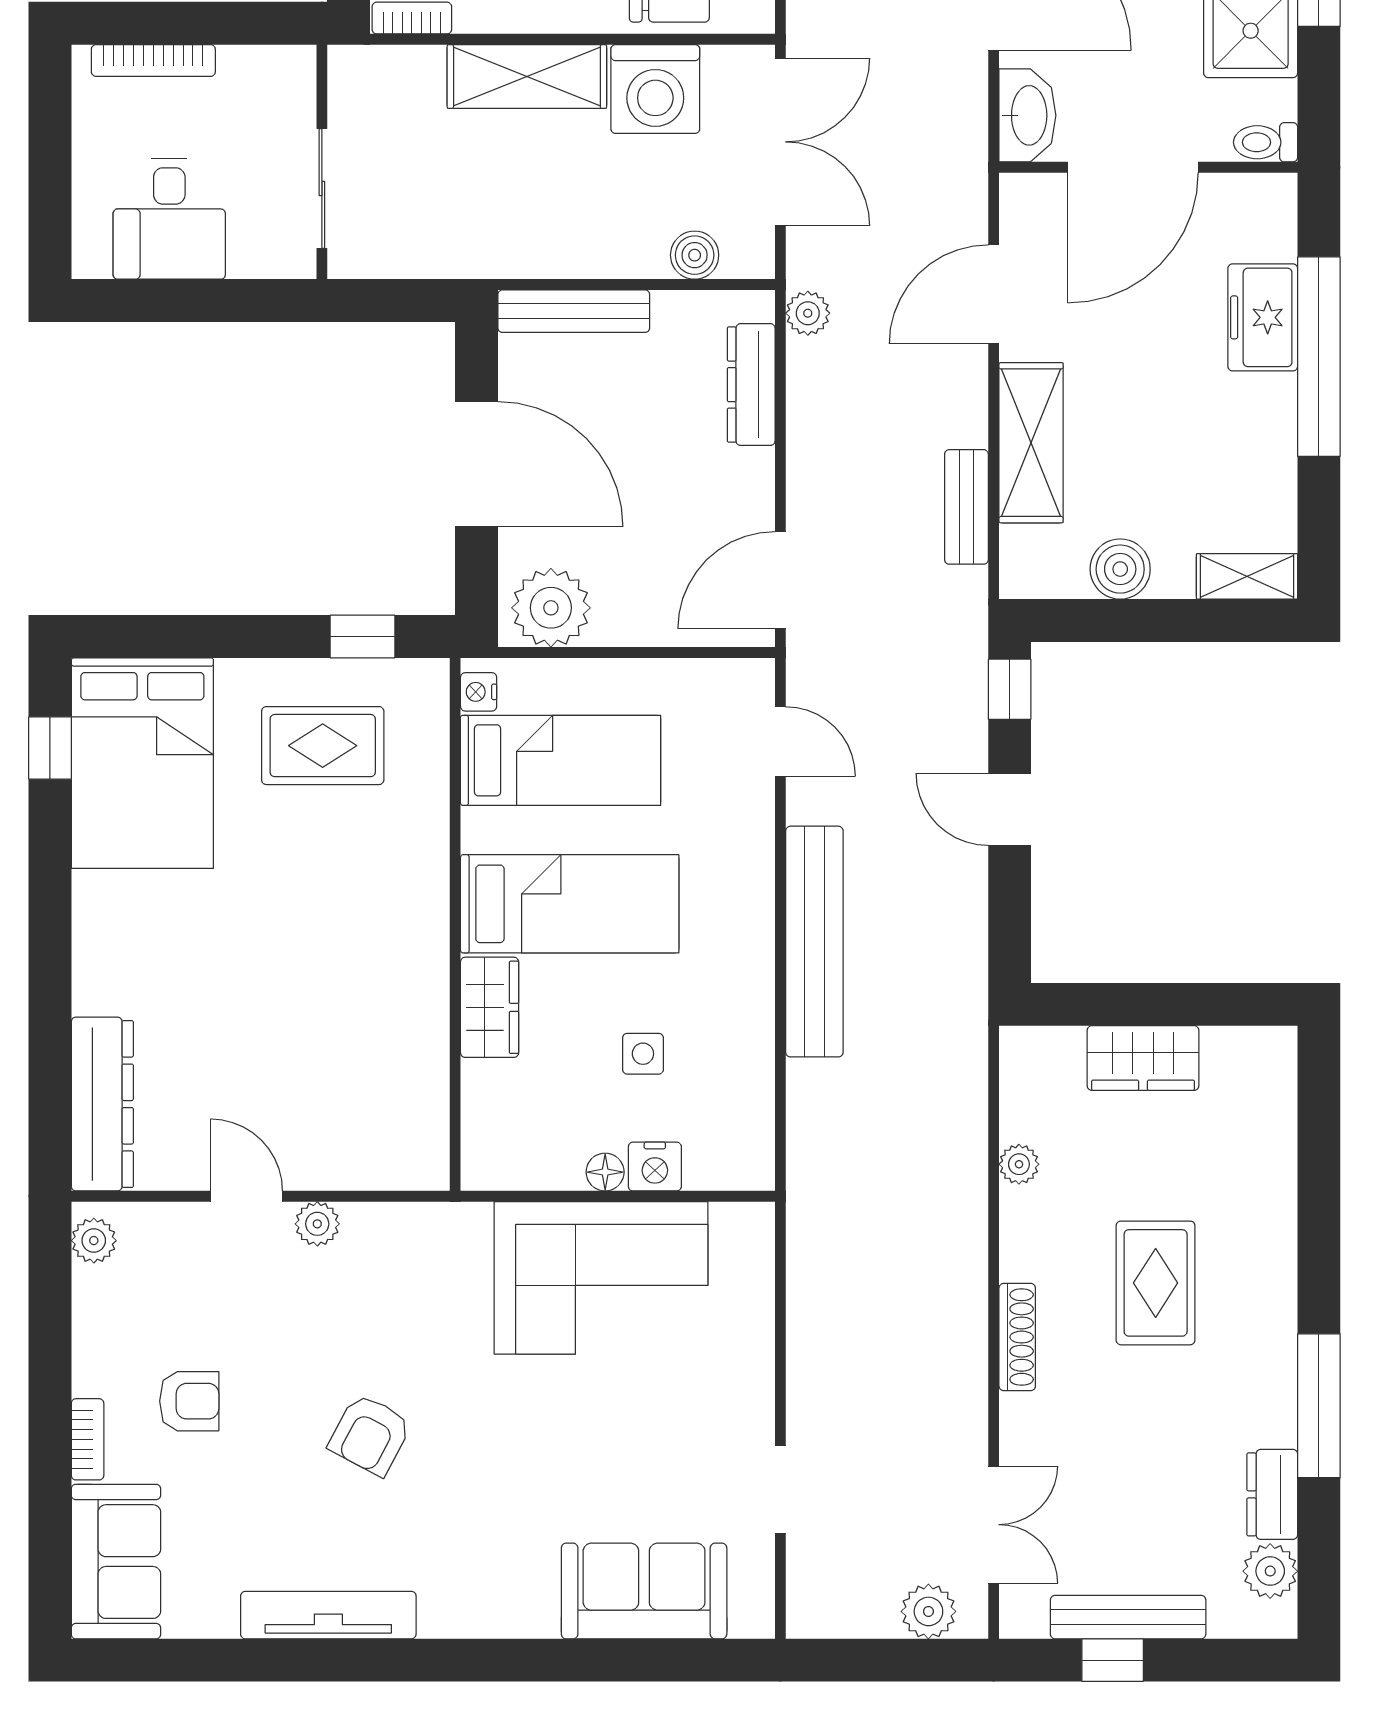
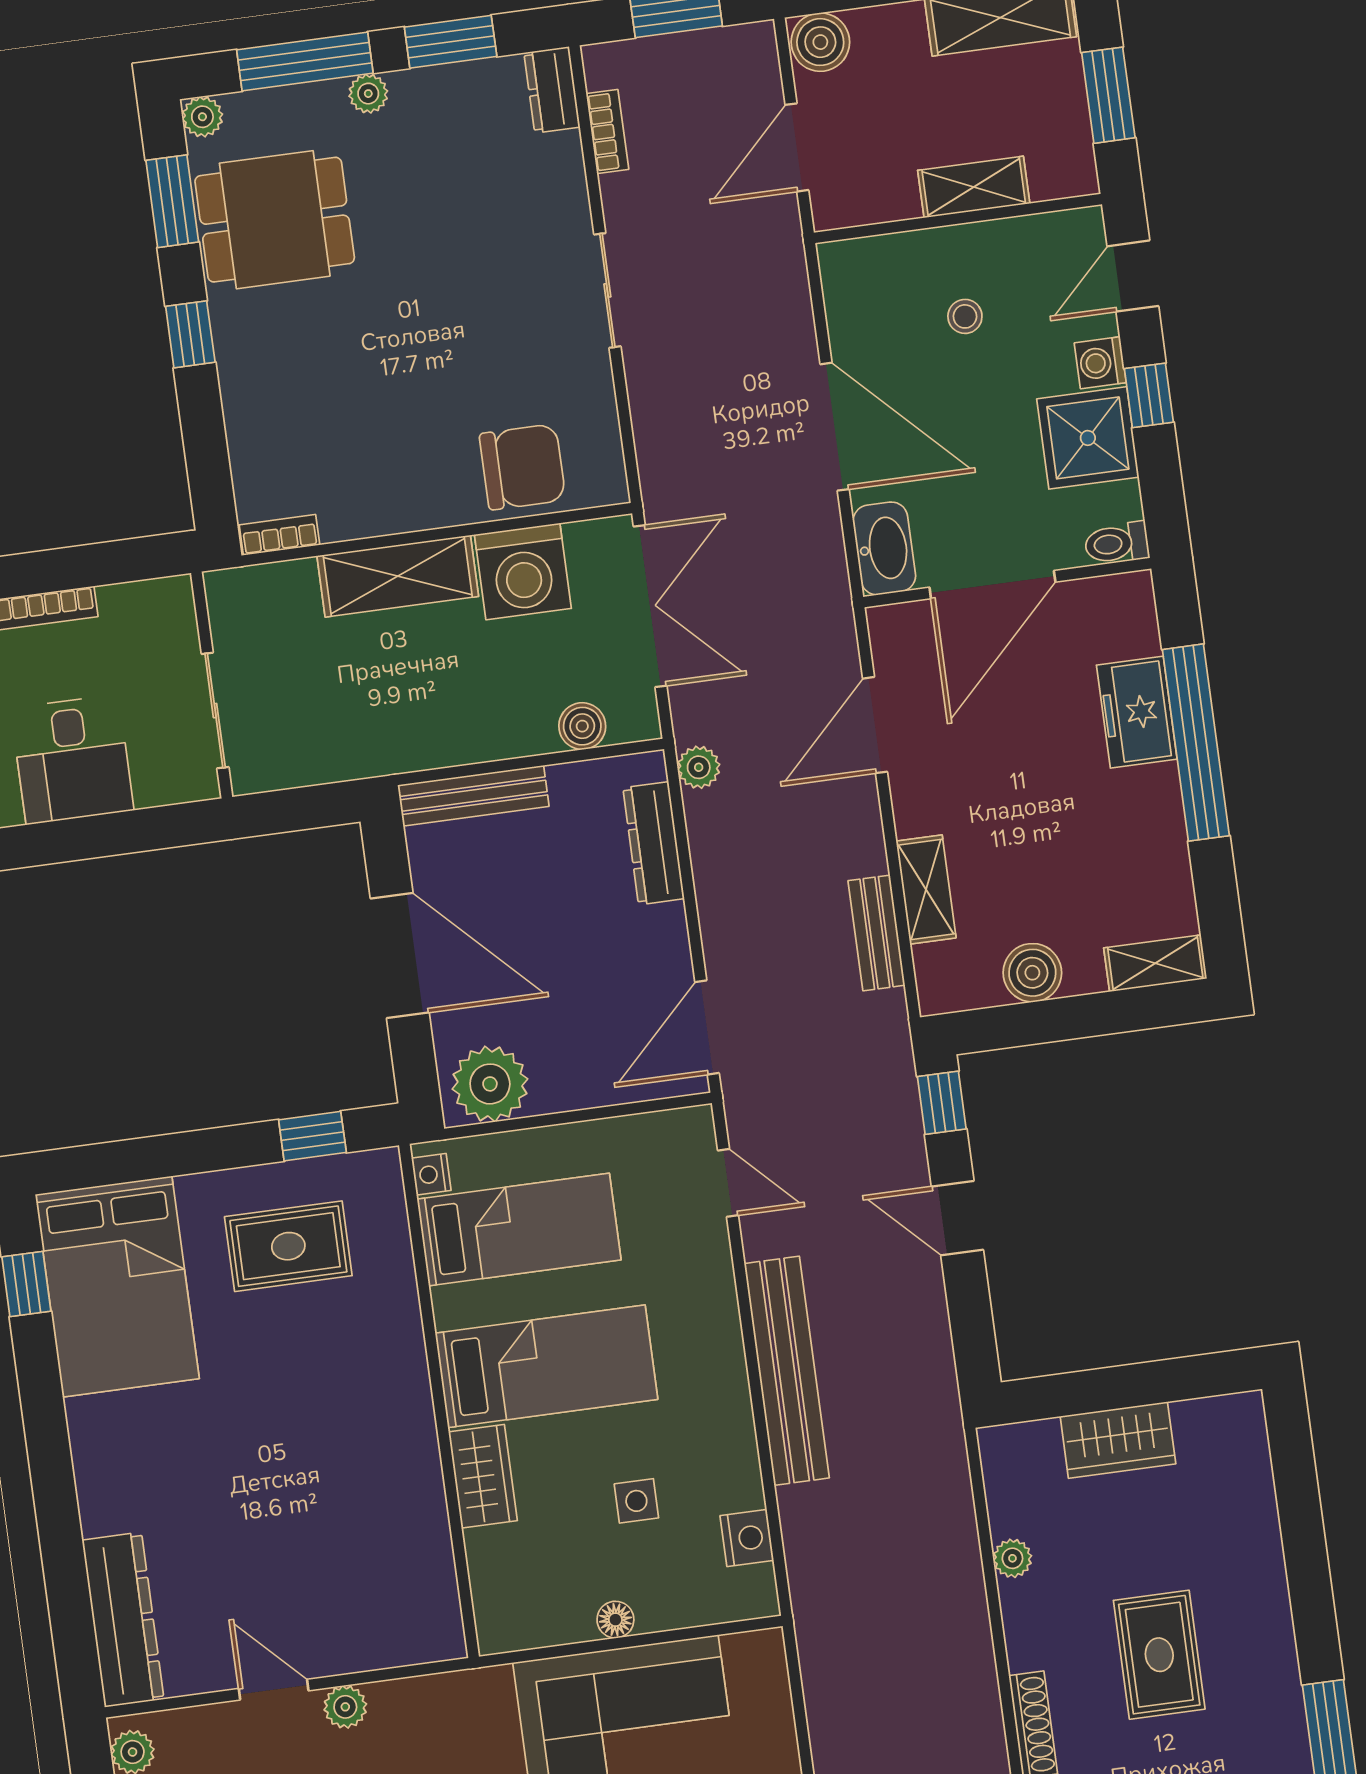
shelving: (1031, 443) -> (926, 890), width x0.67, depth x0.75
nightstand: (655, 1167) -> (747, 1538), moved, turned -90

